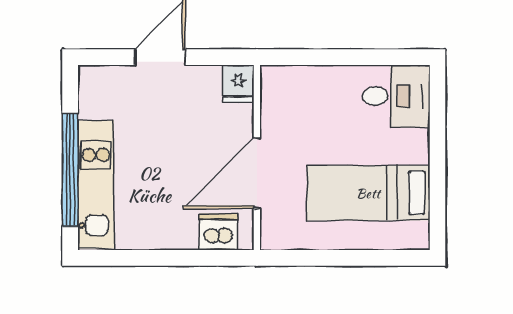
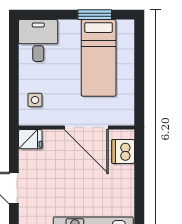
side table: (301, 91) -> (35, 100), added
window: (438, 187) -> (95, 15), added

